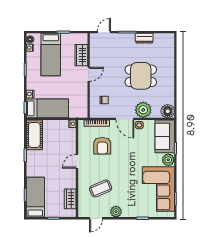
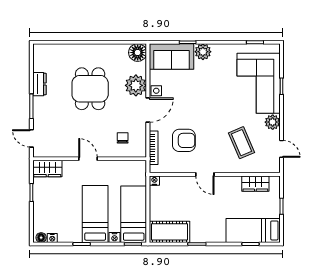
bed: (51, 54) -> (95, 214), moved, turned -90
wardrobe: (81, 55) -> (47, 169), moved
corner sofa: (158, 189) -> (259, 83), moved, turned 90

